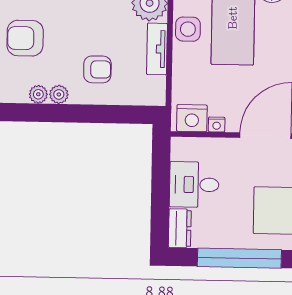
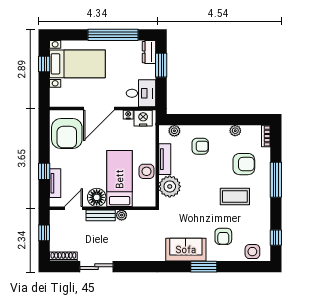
armchair: (97, 69) -> (200, 146), turned 180
plant: (59, 94) -> (174, 131), moved
desk: (194, 185) -> (141, 93), moved
window: (160, 206) -> (161, 65), added

